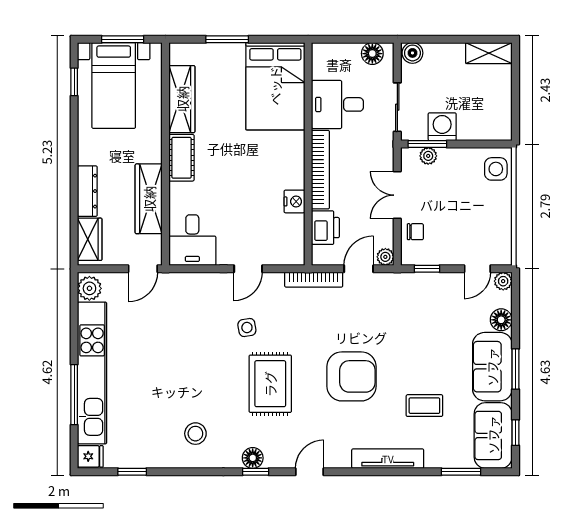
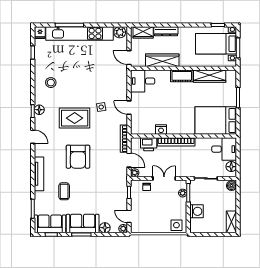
desk: (337, 104) -> (224, 149), moved, turned 90
washing machine: (442, 127) -> (197, 211), moved

